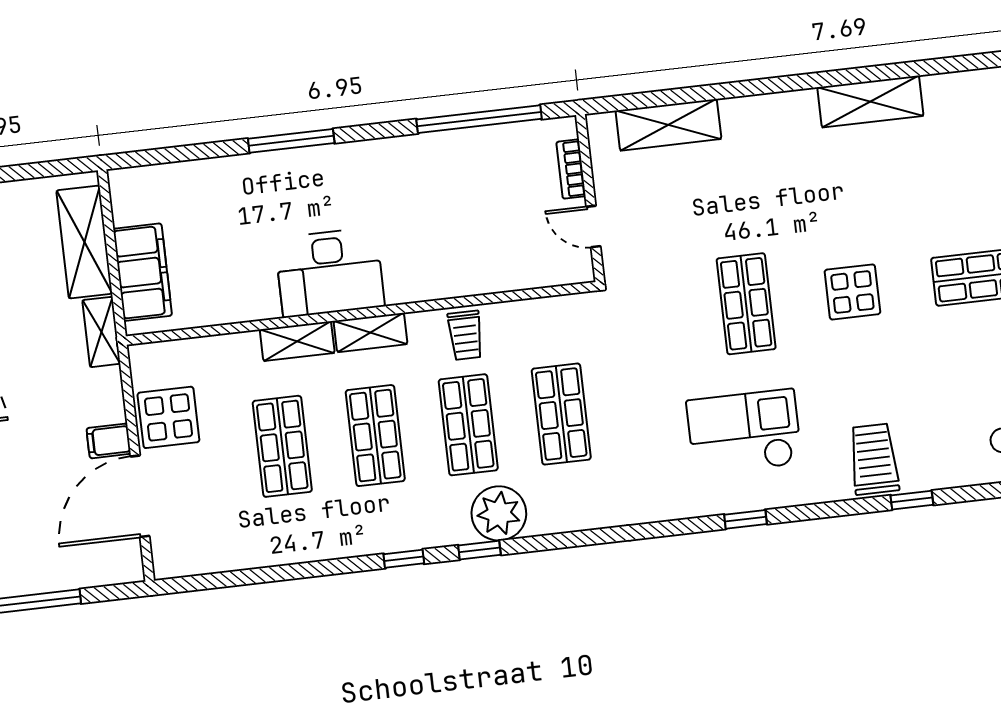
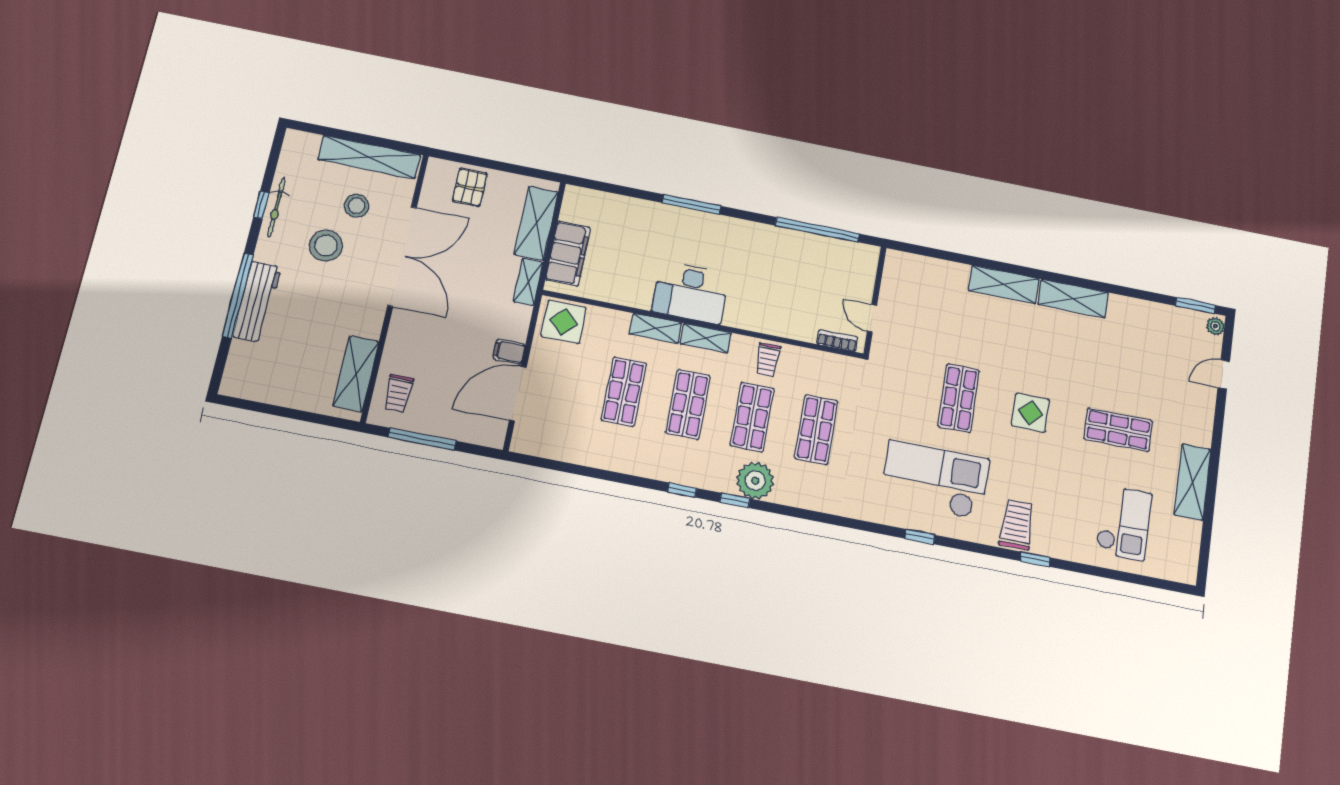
shelving: (668, 125) -> (1004, 285), moved
bookcase: (571, 169) -> (837, 341), moved, turned 90
display table: (168, 417) -> (564, 322), moved
checkout: (744, 432) -> (935, 480), width x1.36, depth x1.21

